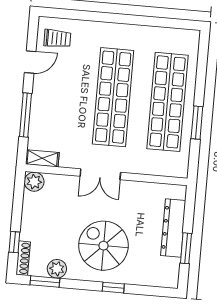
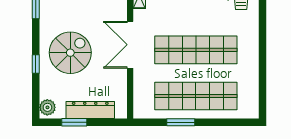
double door: (100, 174) -> (130, 45), width x1.37
plant: (57, 269) -> (47, 107), moved

